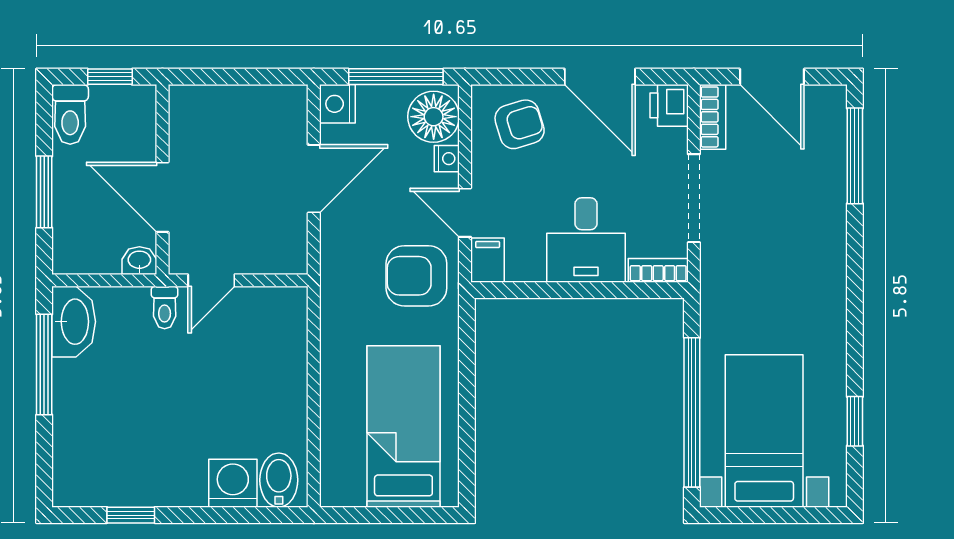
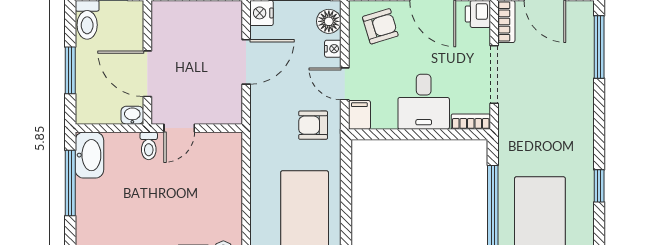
floor lamp: (434, 117) -> (329, 21), width x0.73, depth x0.73
armchair: (416, 276) -> (313, 125), width x0.72, depth x0.72
window: (855, 421) -> (599, 186), moved

